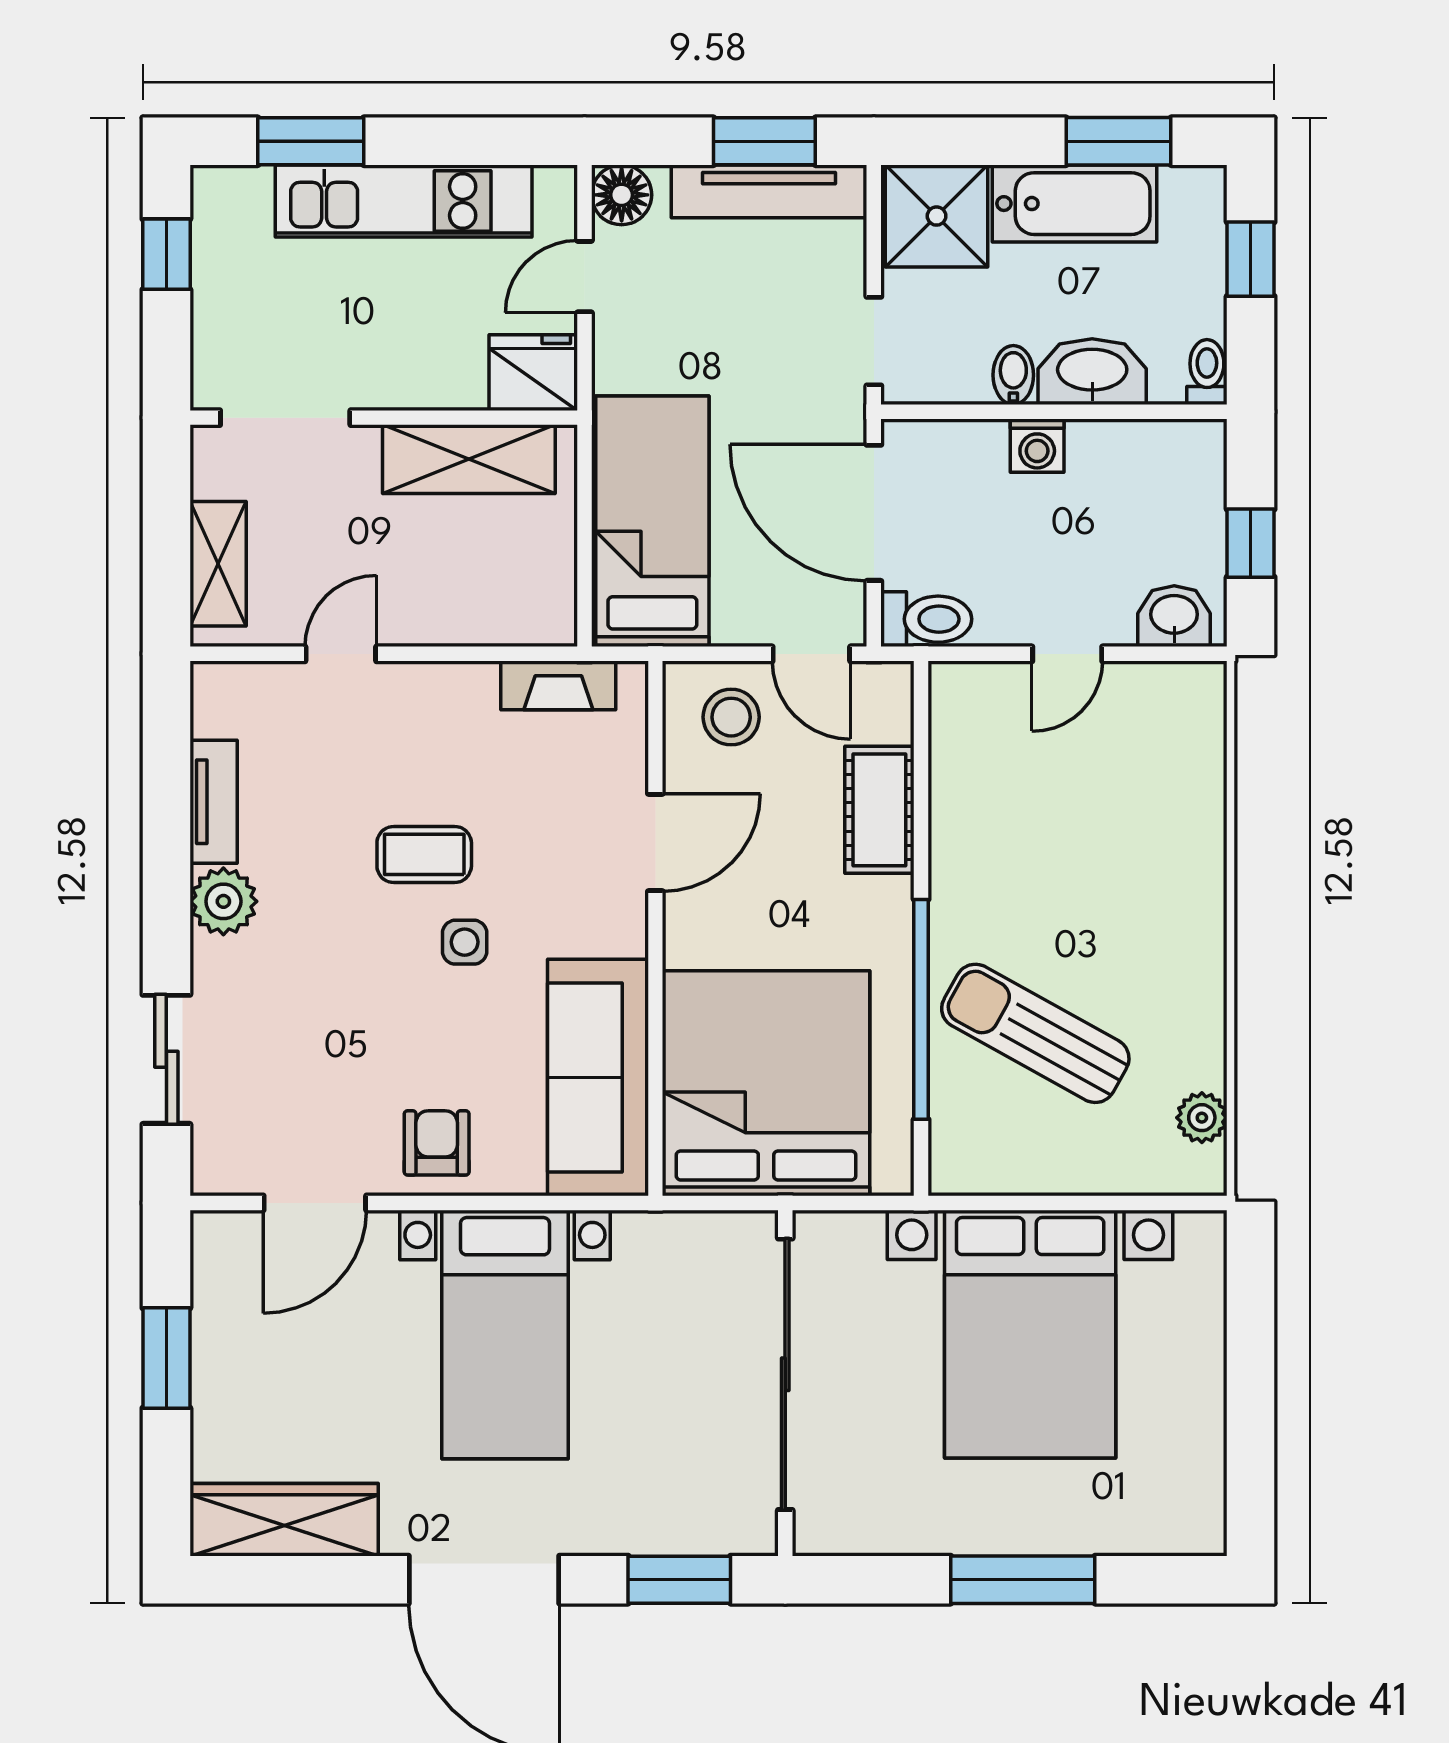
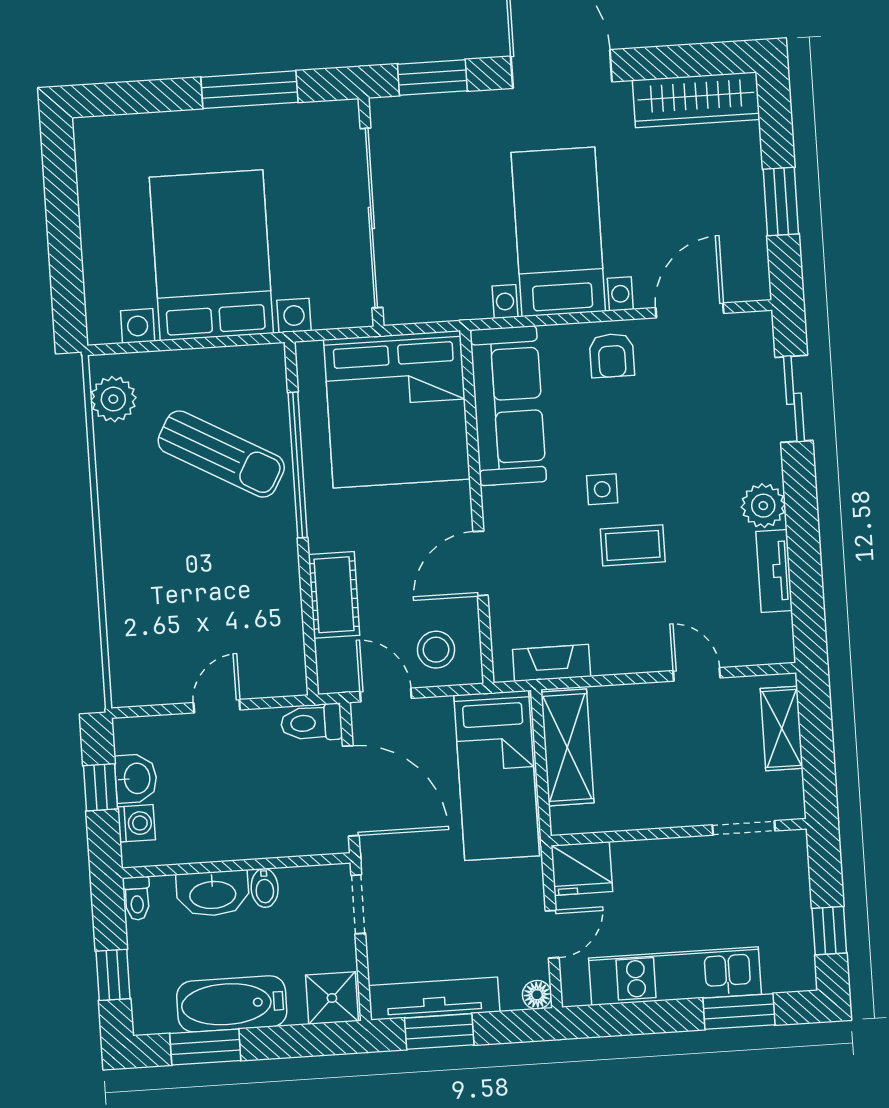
floor lamp: (622, 195) -> (537, 995), width x0.73, depth x0.73
shower: (937, 216) -> (332, 998), width x0.73, depth x0.73
doorway: (285, 418) -> (744, 828), width x0.73
washing machine: (1037, 446) -> (136, 823), moved, turned 90
shelving: (469, 459) -> (567, 747), moved, turned 90
washbasin: (1174, 616) -> (136, 778), moved, turned -90
door: (341, 654) -> (697, 674), swing flipped
plant: (1202, 1118) -> (113, 399), width x1.38, depth x1.38
window: (1023, 1580) -> (249, 90), moved

